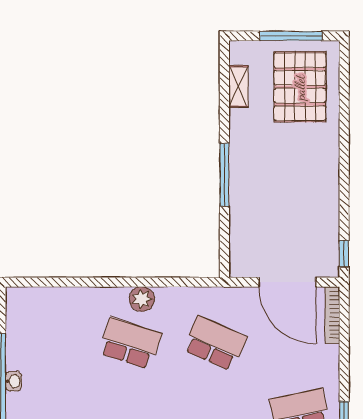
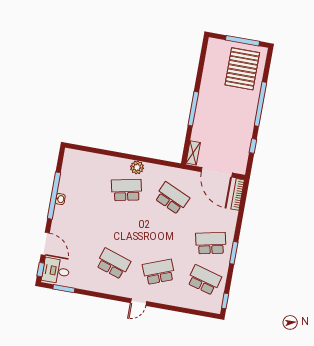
shelving: (238, 86) -> (193, 153), moved
window: (344, 144) -> (260, 104), added
window: (344, 254) -> (253, 146), moved
school desk: (130, 343) -> (126, 190), turned -30

